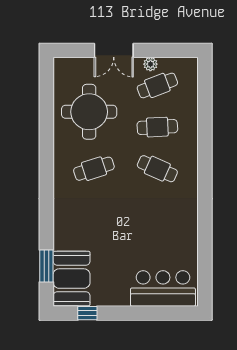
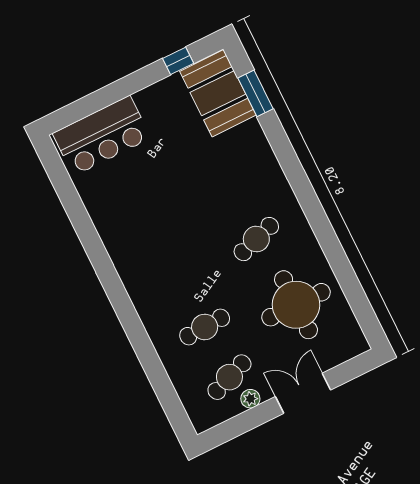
cafe table: (157, 169) -> (180, 277), removed

